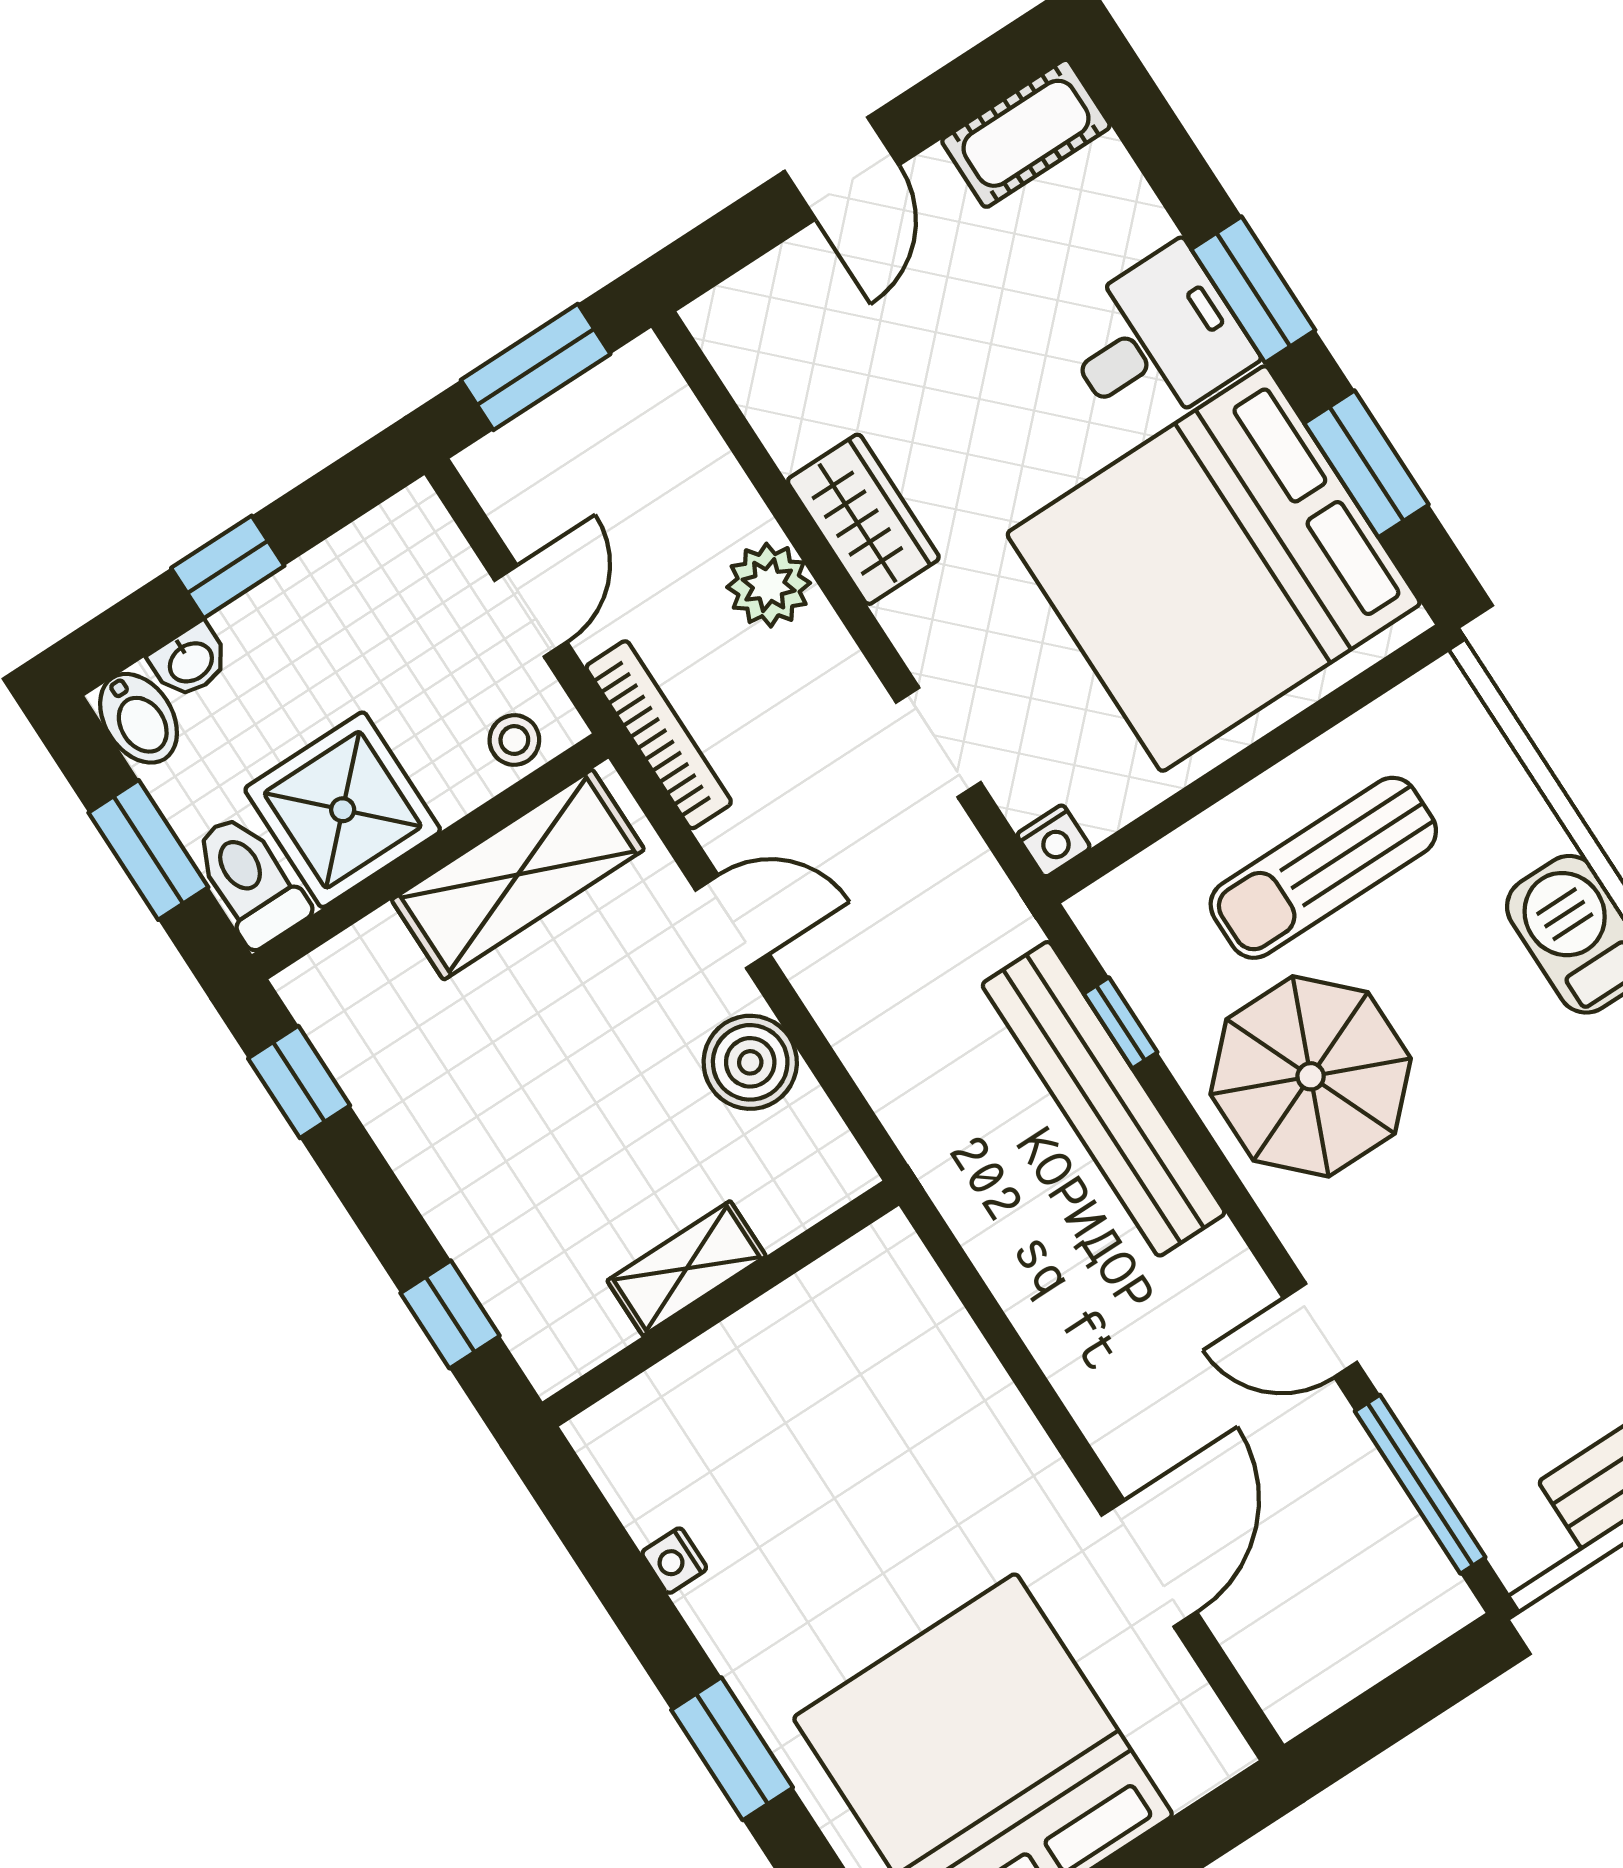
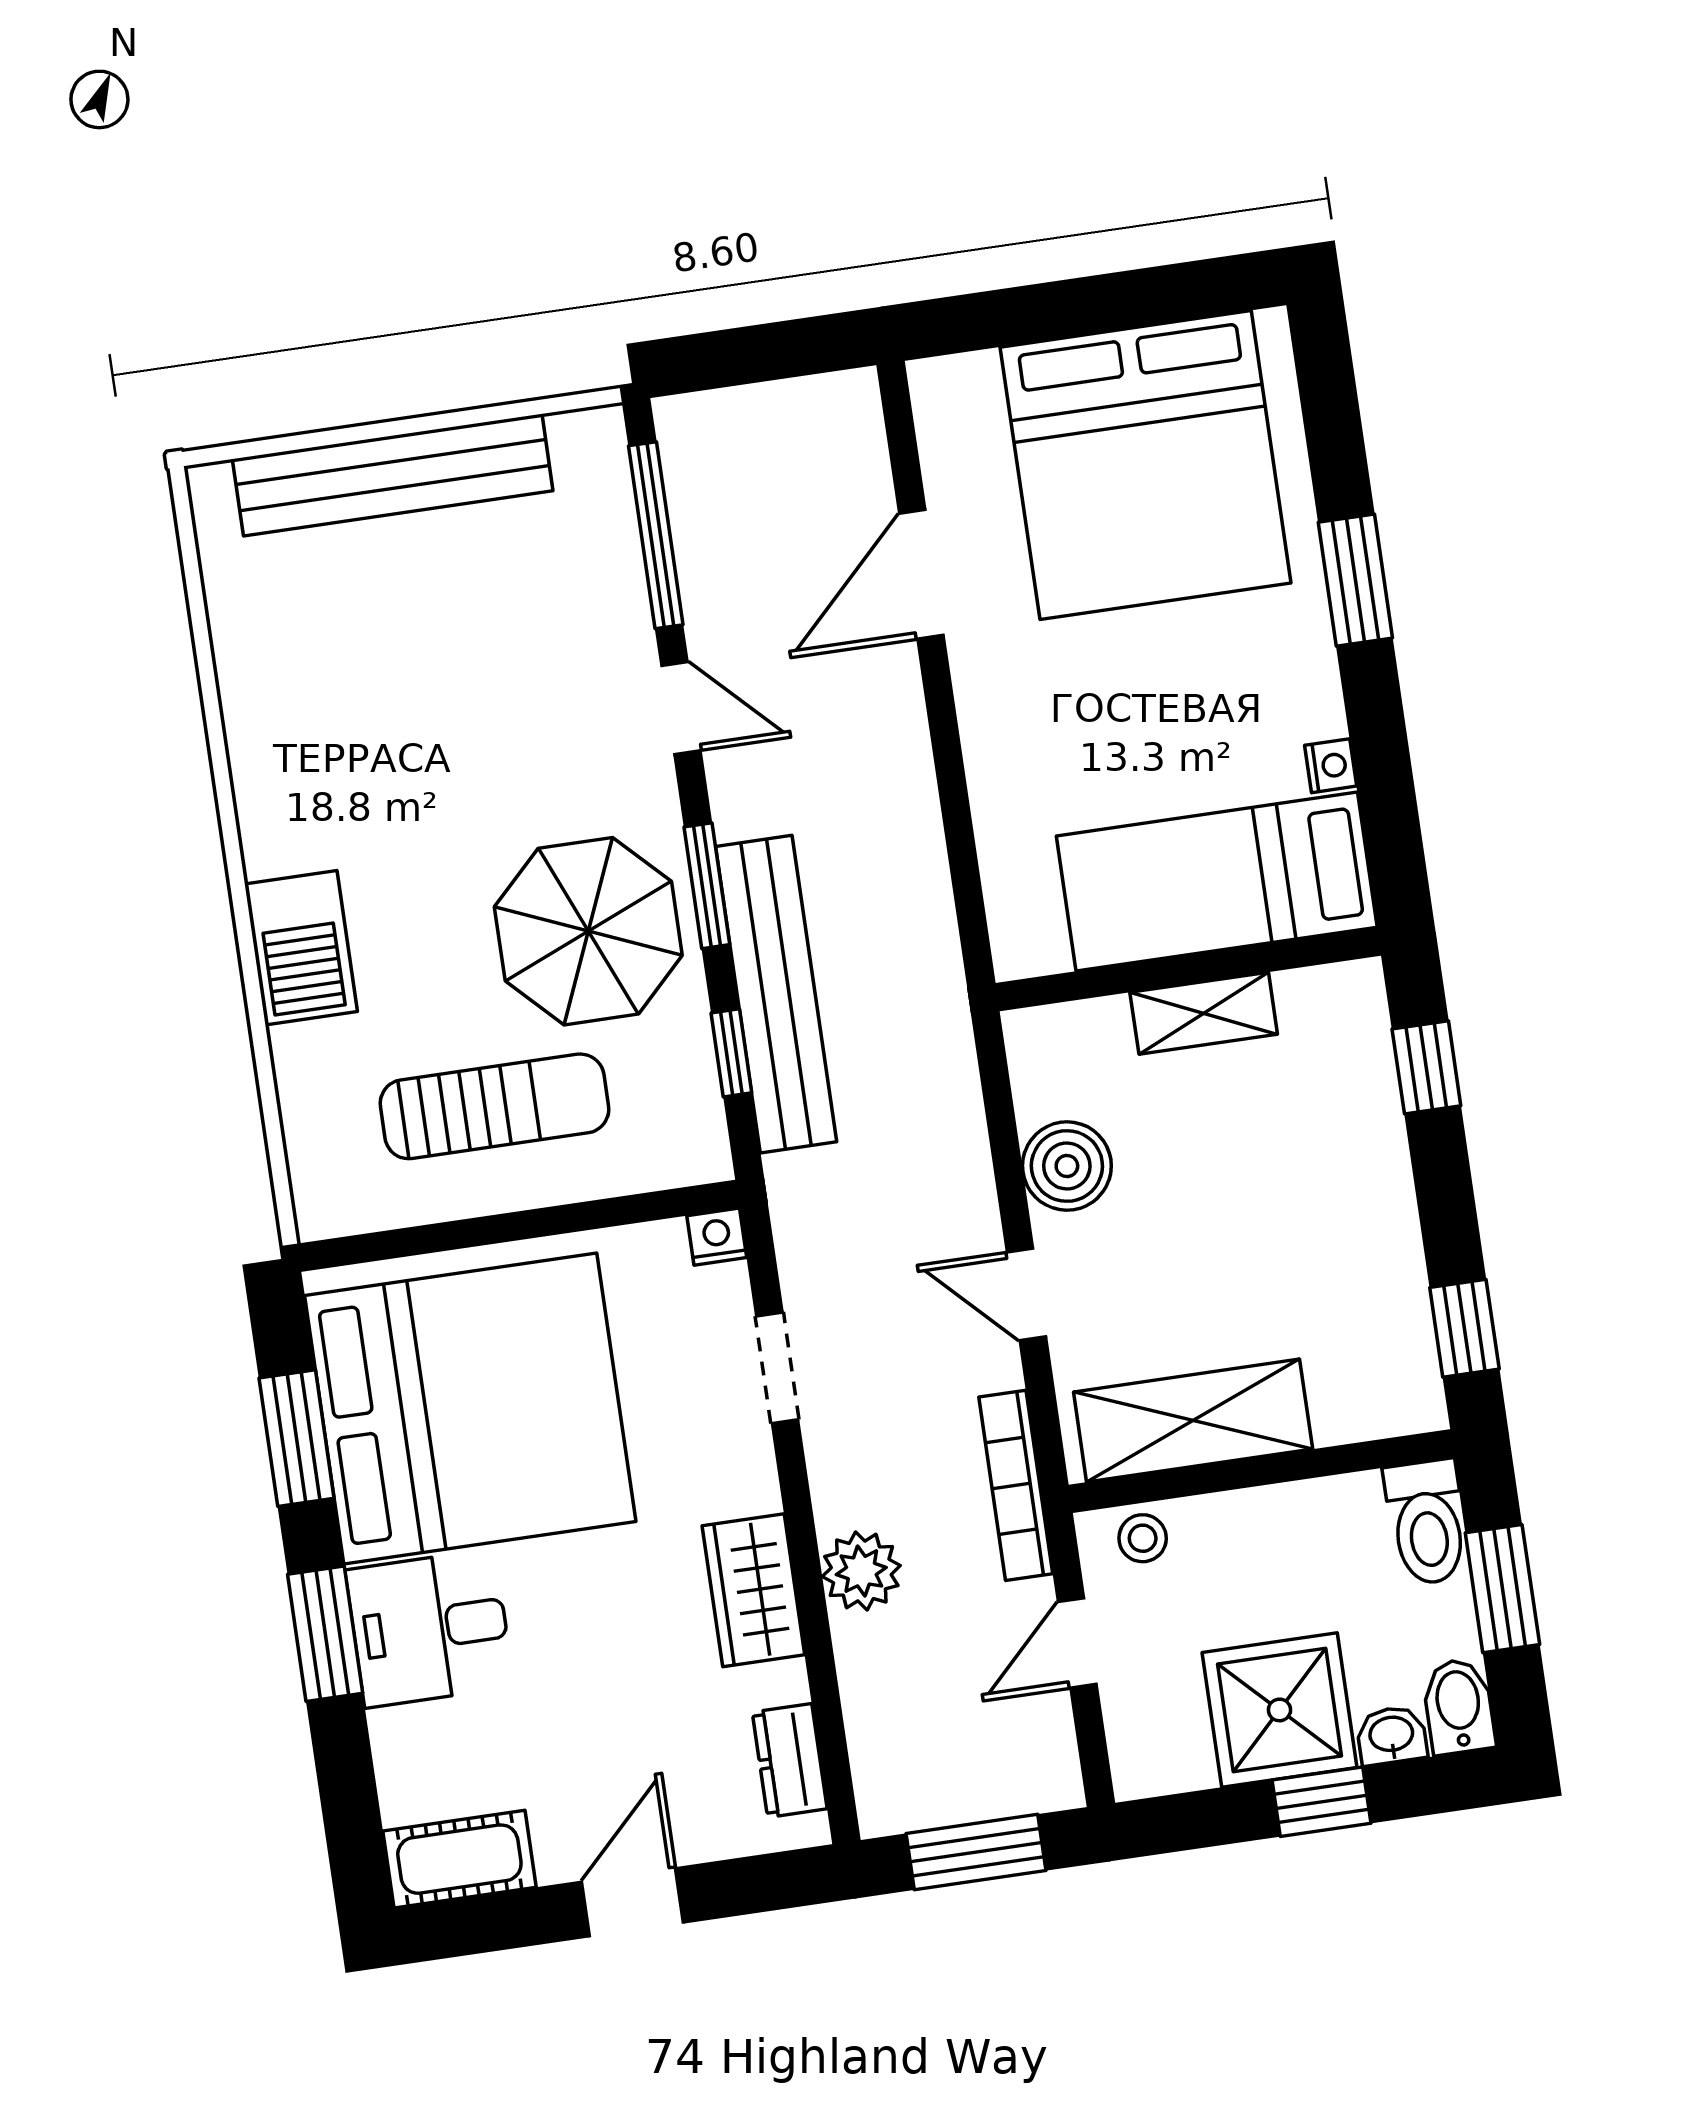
dresser: (754, 373) -> (790, 1761), added
shower: (343, 810) -> (1279, 1710), moved
window: (1217, 1172) -> (707, 886), added
bed: (732, 1400) -> (1217, 882), added

